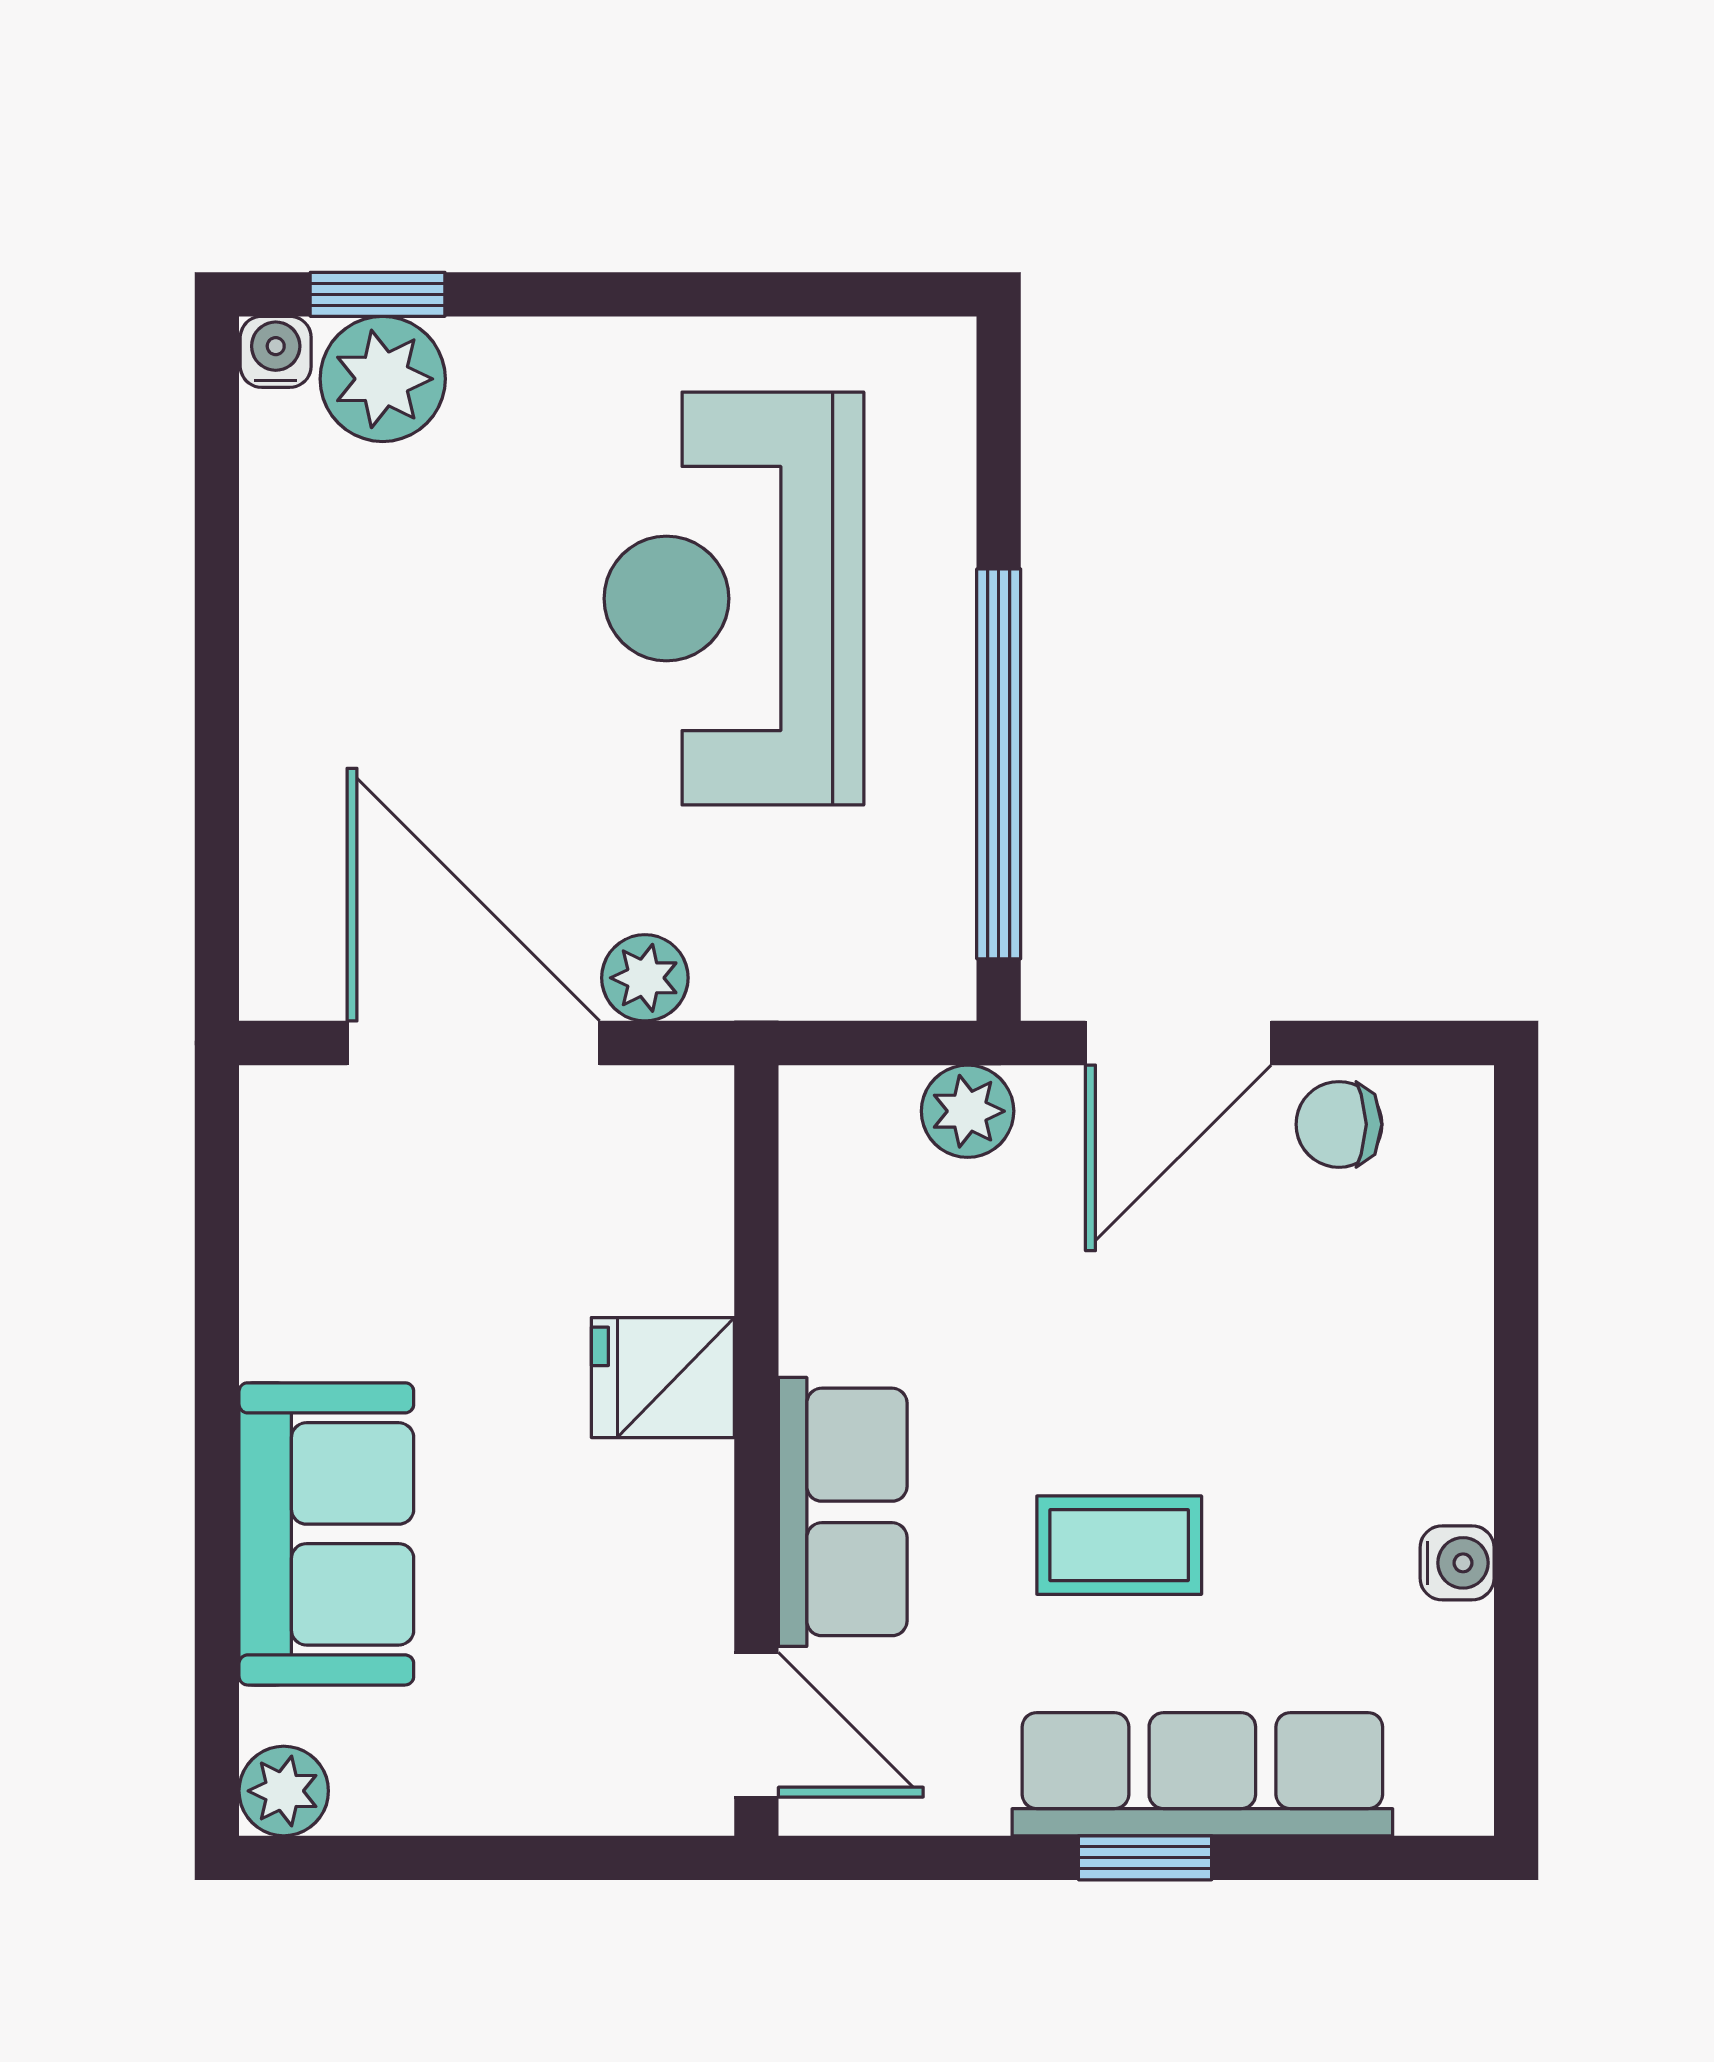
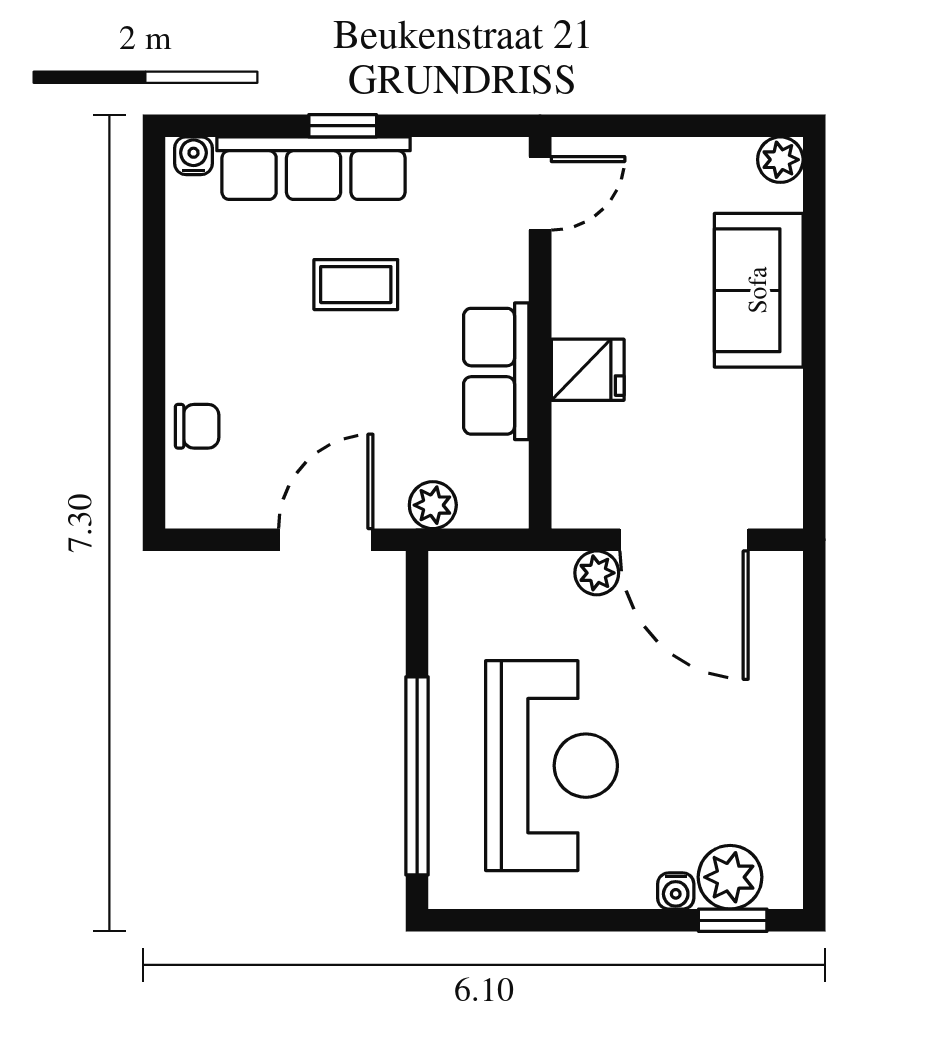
water cooler: (276, 352) -> (676, 891), moved
window: (999, 764) -> (417, 776), moved
chair: (1339, 1124) -> (197, 426), moved
row of seats: (843, 1512) -> (496, 371), moved
water cooler: (1457, 1563) -> (194, 156), moved, turned 90
door: (756, 1725) -> (540, 193), swing flipped

